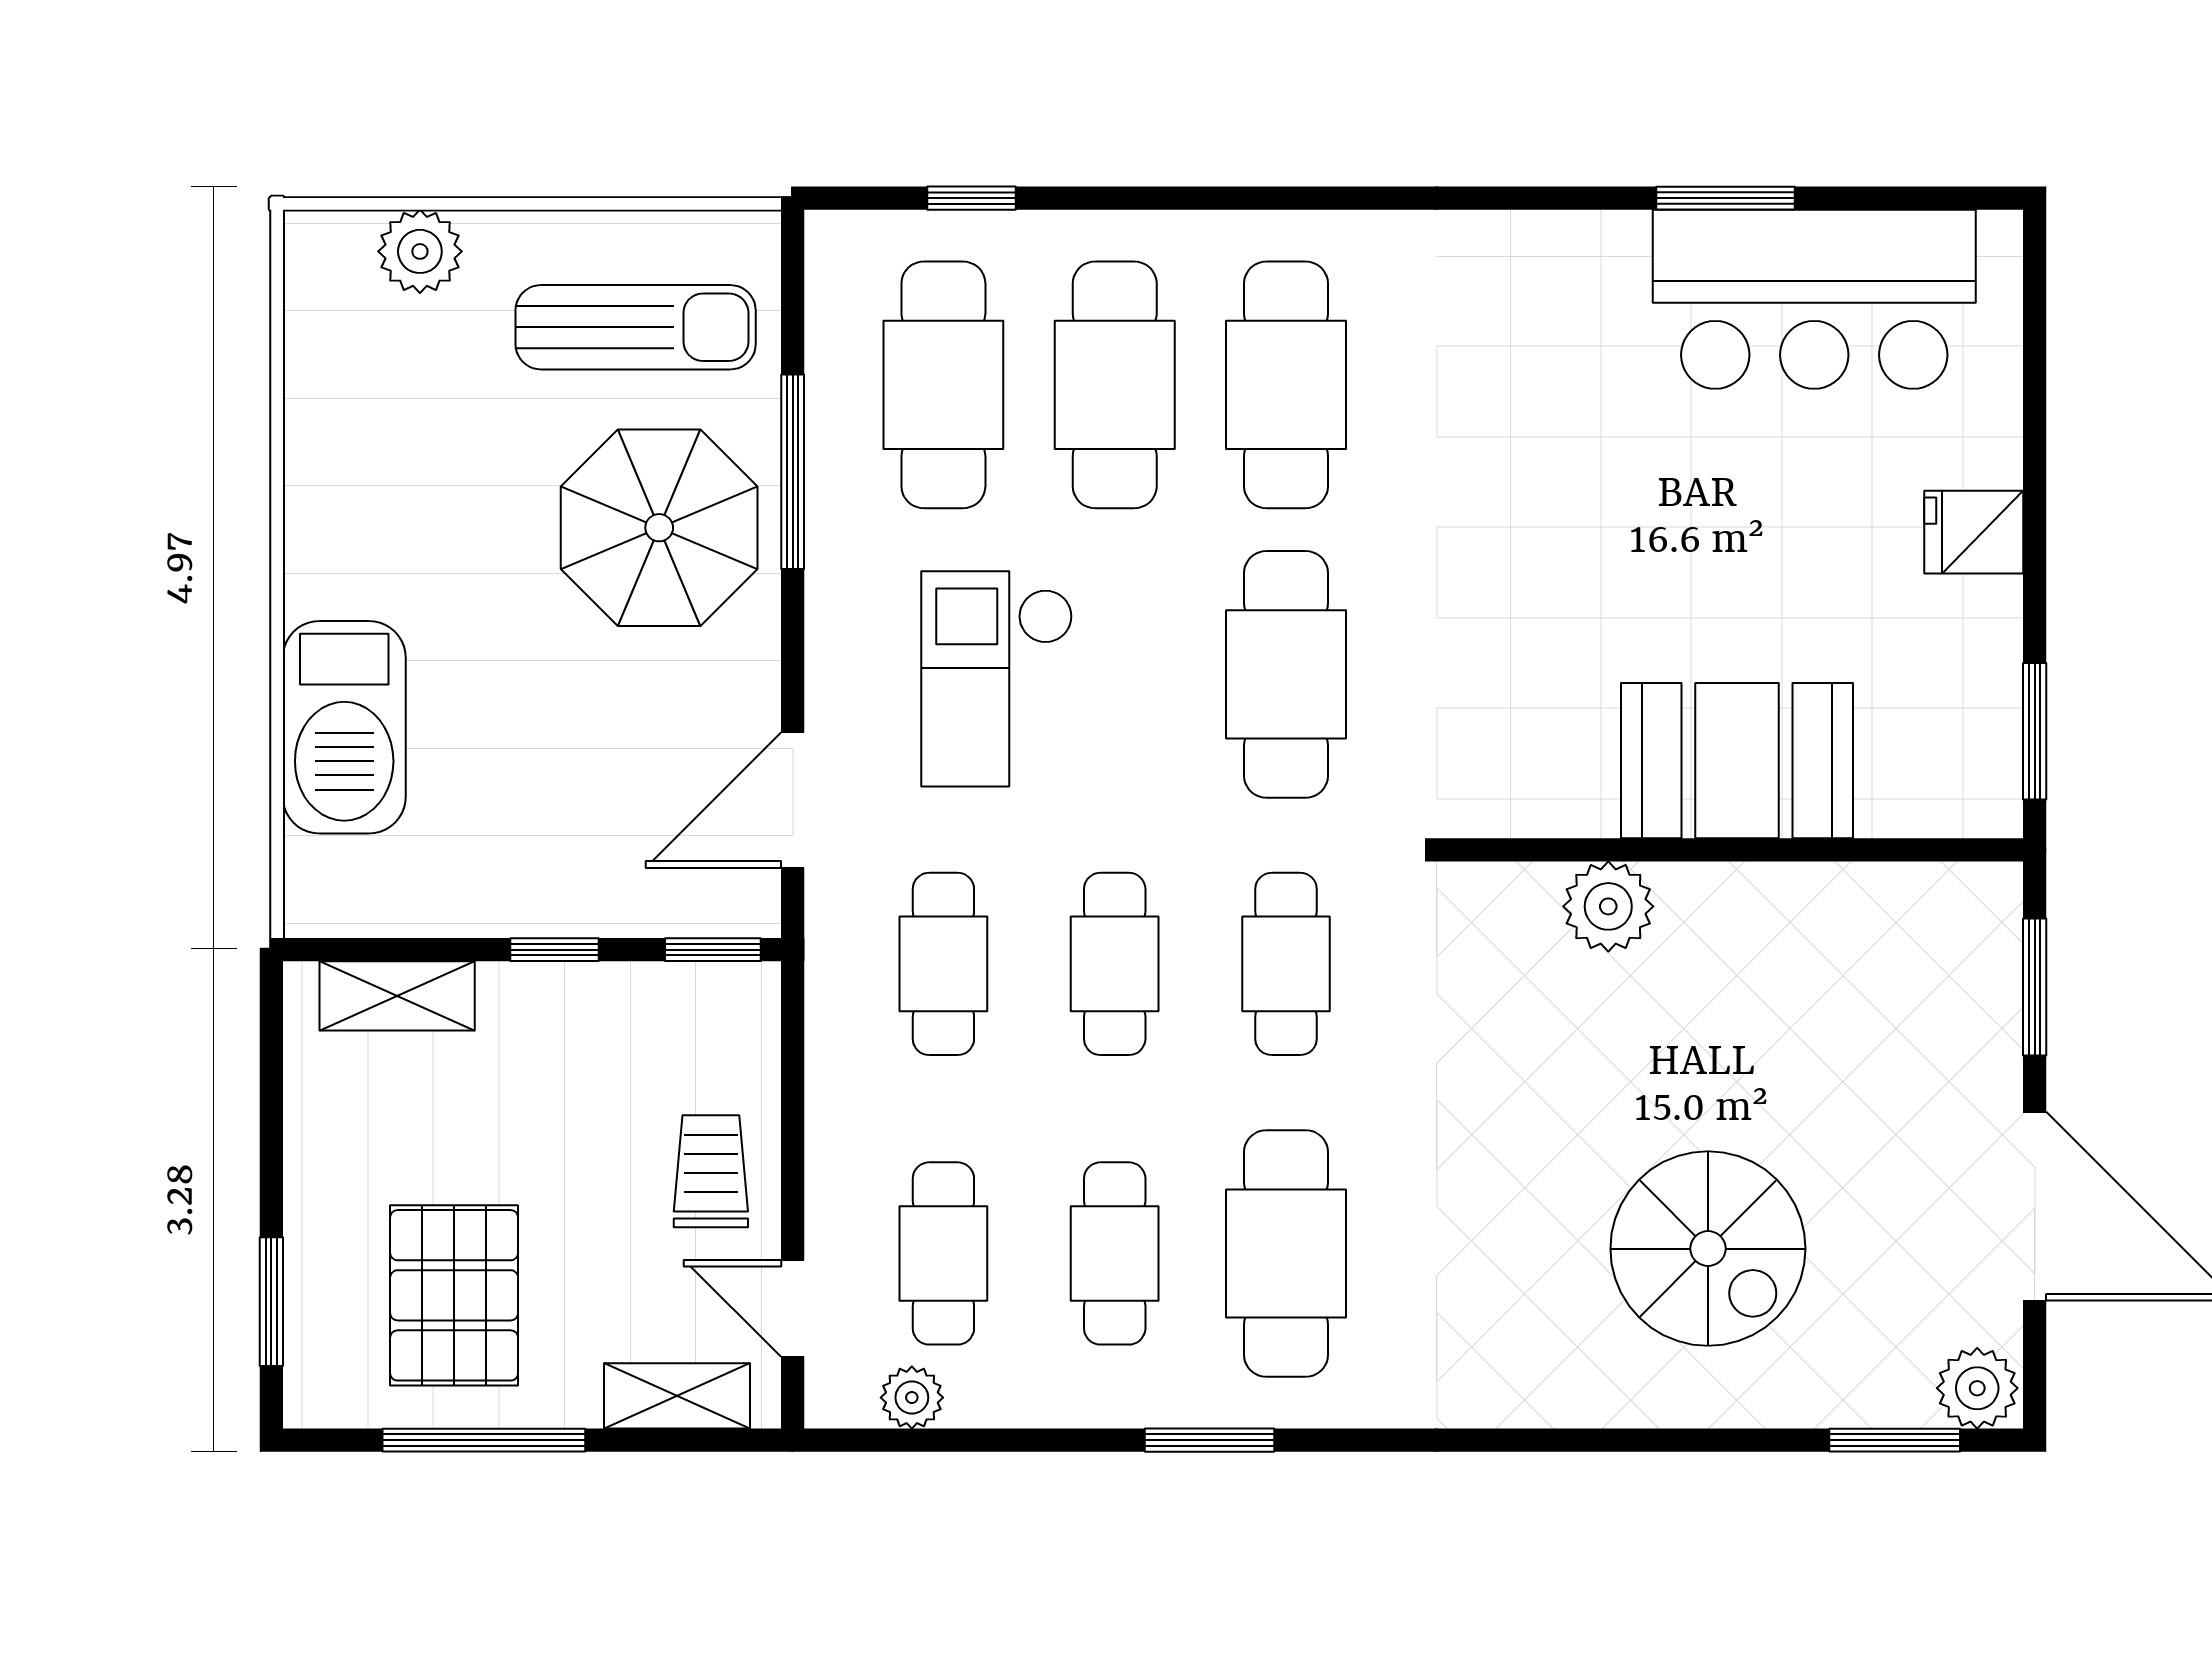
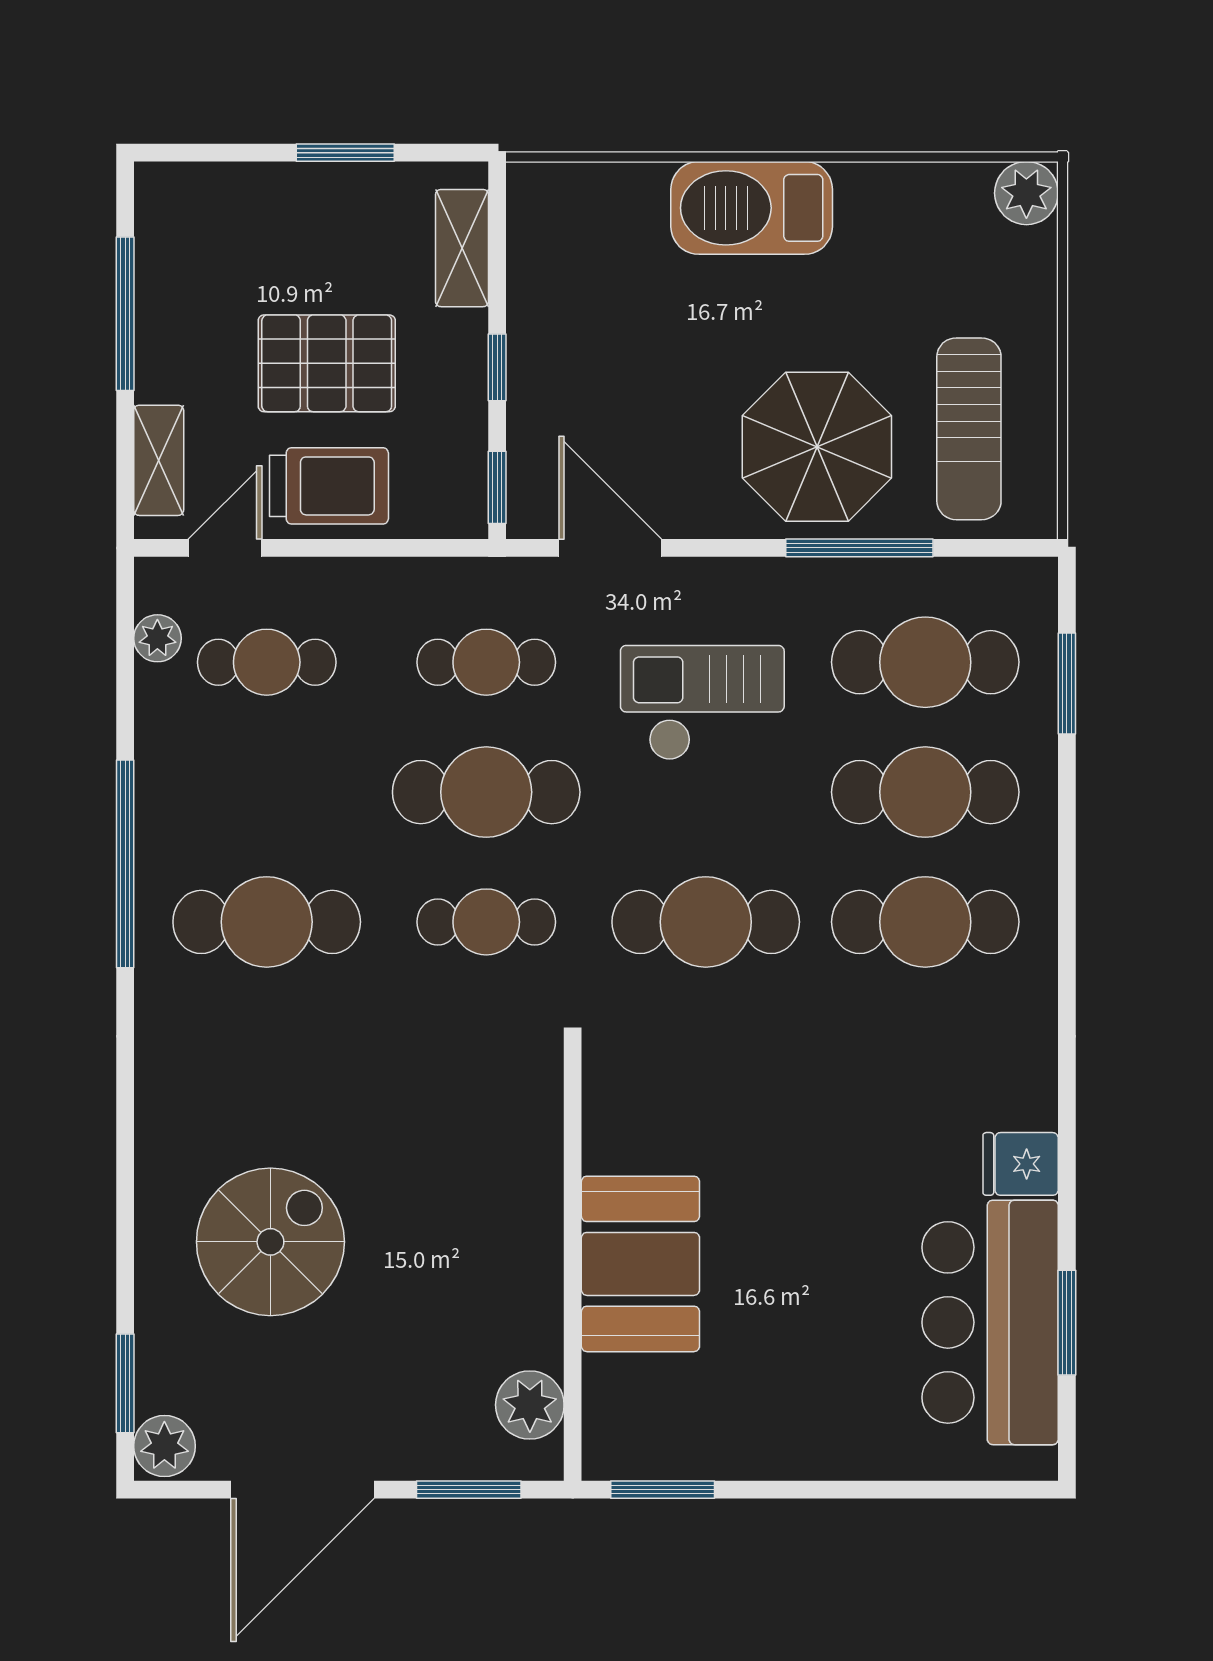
window: (972, 198) -> (1067, 684), width x1.50
window: (1726, 198) -> (1067, 1323), moved
plant: (420, 251) -> (1026, 193), moved
fridge: (1974, 532) -> (1021, 1164), moved, turned -90
barbecue: (344, 727) -> (752, 208), moved
plant: (1608, 906) -> (530, 1405), moved
cafe table: (1115, 964) -> (486, 792), width x1.37, depth x1.35
trolley: (711, 1171) -> (329, 486), width x1.36, depth x1.39
spiral stairs: (1708, 1249) -> (270, 1242), turned 180
cafe table: (1115, 1253) -> (267, 792), removed
pallet: (454, 1295) -> (327, 363), moved
window: (271, 1302) -> (345, 153), moved
window: (1209, 1440) -> (125, 864), width x2.11

